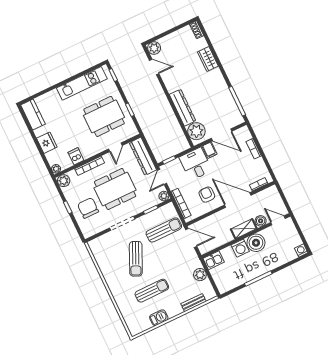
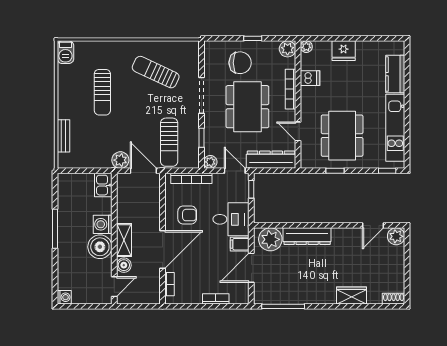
kitchen counter: (33, 115) -> (395, 74), moved, turned 90
door: (191, 238) -> (143, 171), swing flipped
sun lounger: (136, 259) -> (156, 72), moved
plant: (200, 275) -> (120, 160), moved
barbecue: (159, 318) -> (65, 52), moved

